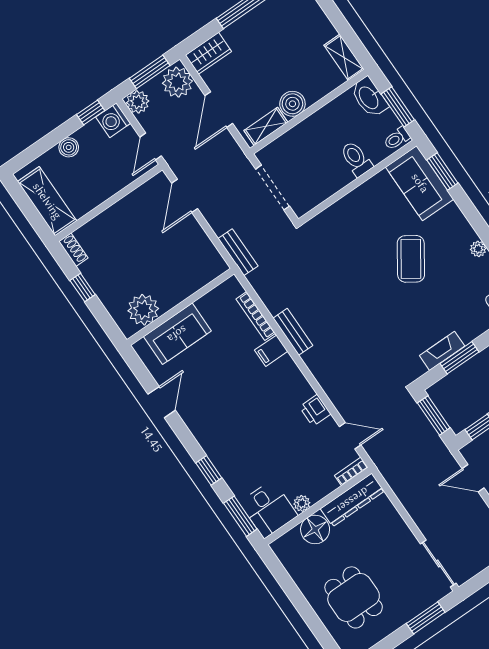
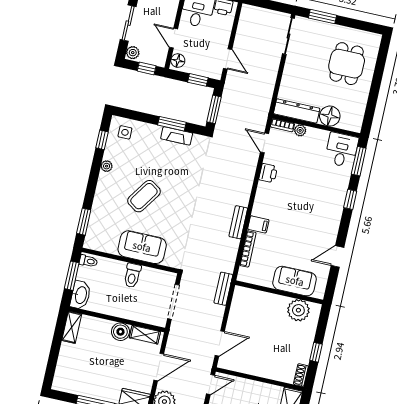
toilet: (356, 159) -> (132, 275), moved
sofa: (420, 183) -> (142, 247), moved, turned -90
plant: (302, 503) -> (300, 130), moved

